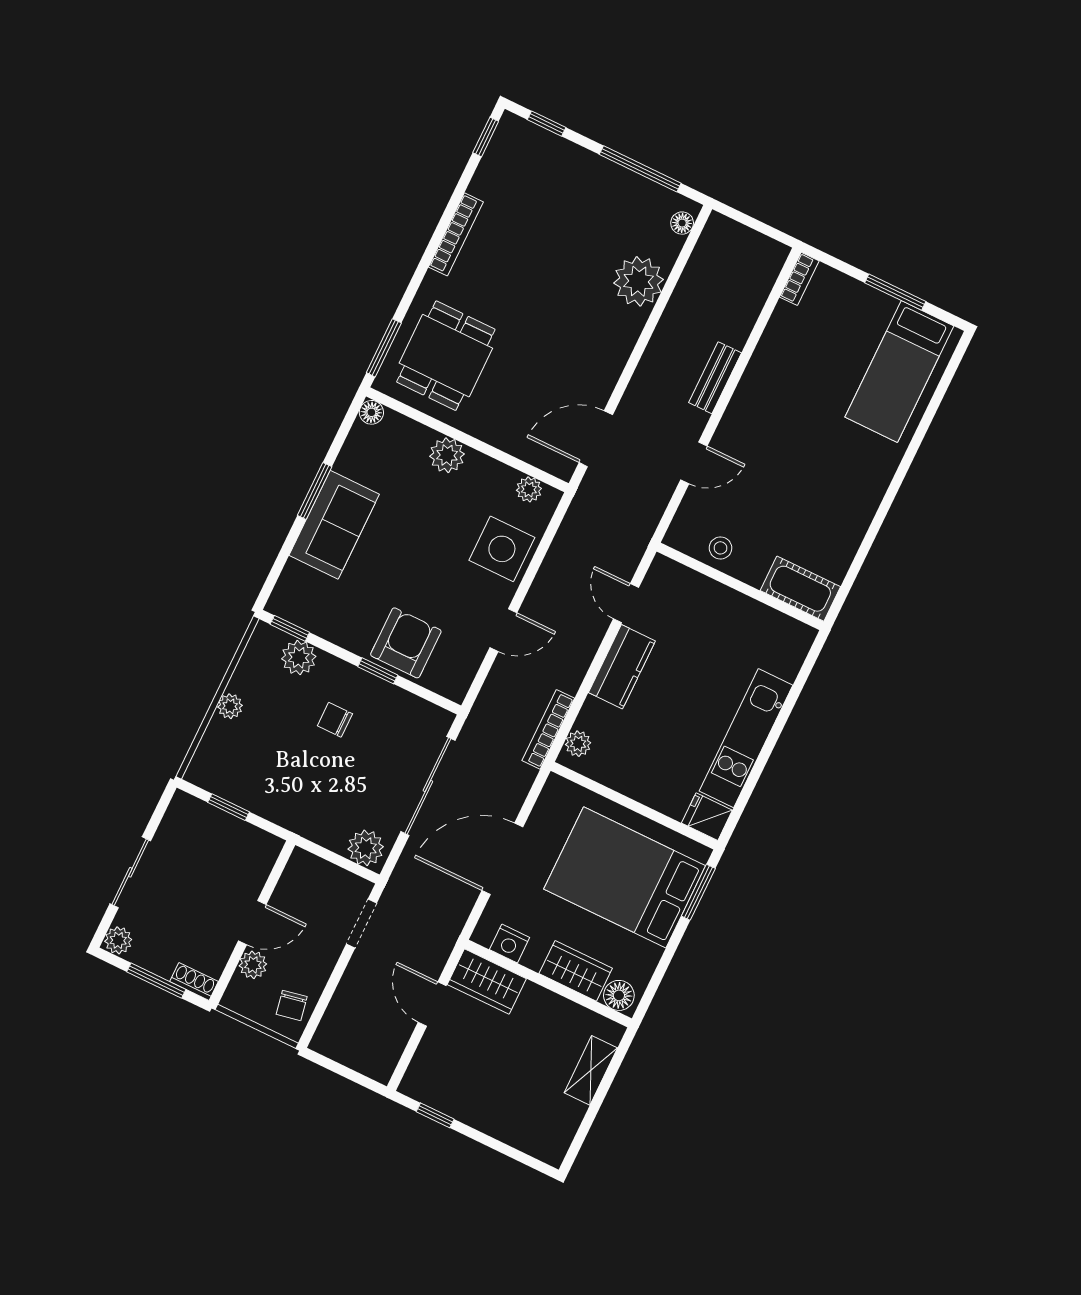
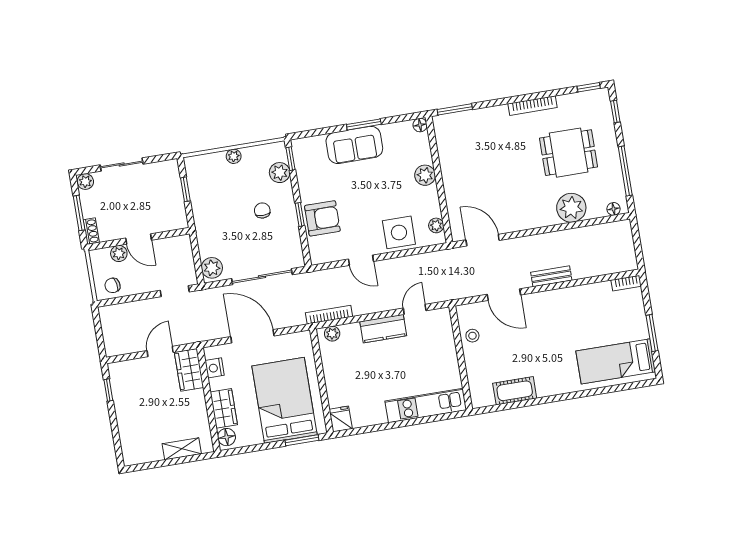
dining table: (446, 356) -> (569, 153), moved
door: (694, 463) -> (504, 295), width x1.38
cot: (800, 589) -> (515, 391), moved, turned 90
kitchen unit: (746, 738) -> (426, 406), moved

